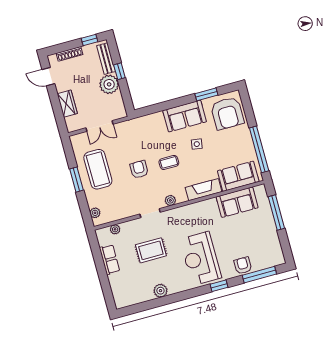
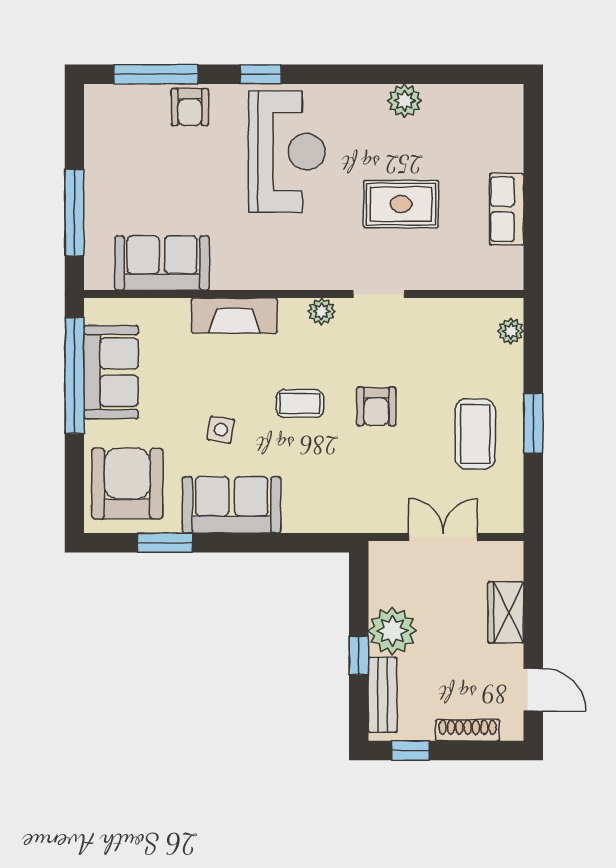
coffee table: (98, 169) -> (475, 434), width x0.73, depth x0.76
sofa: (238, 176) -> (111, 372), moved, turned -90
plant: (115, 229) -> (473, 278), removed

